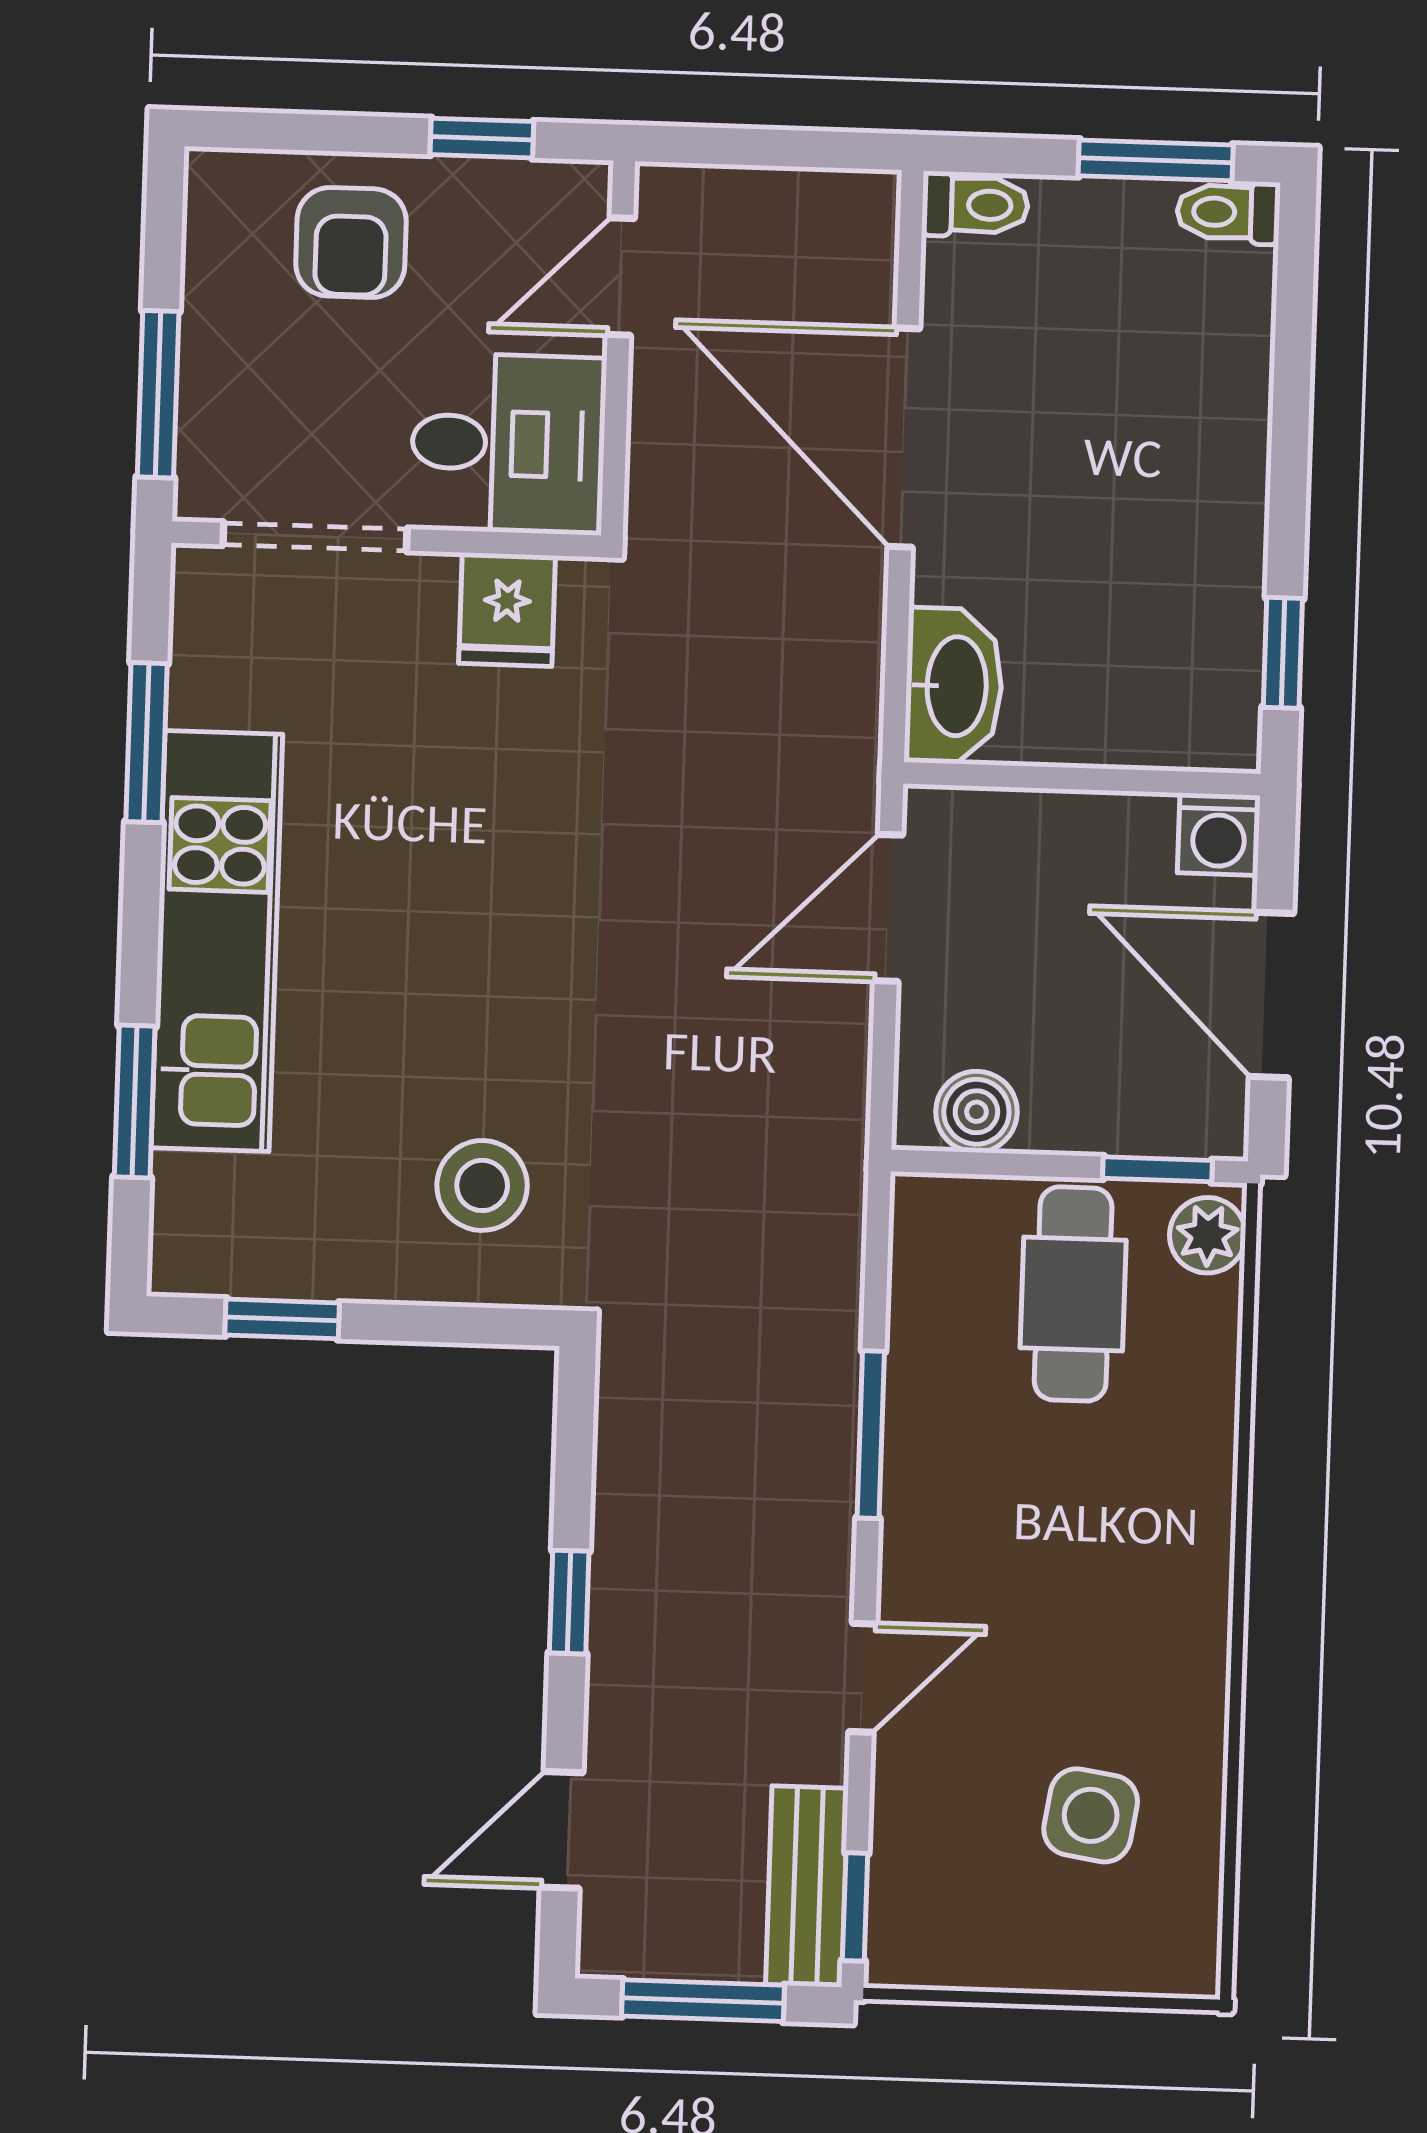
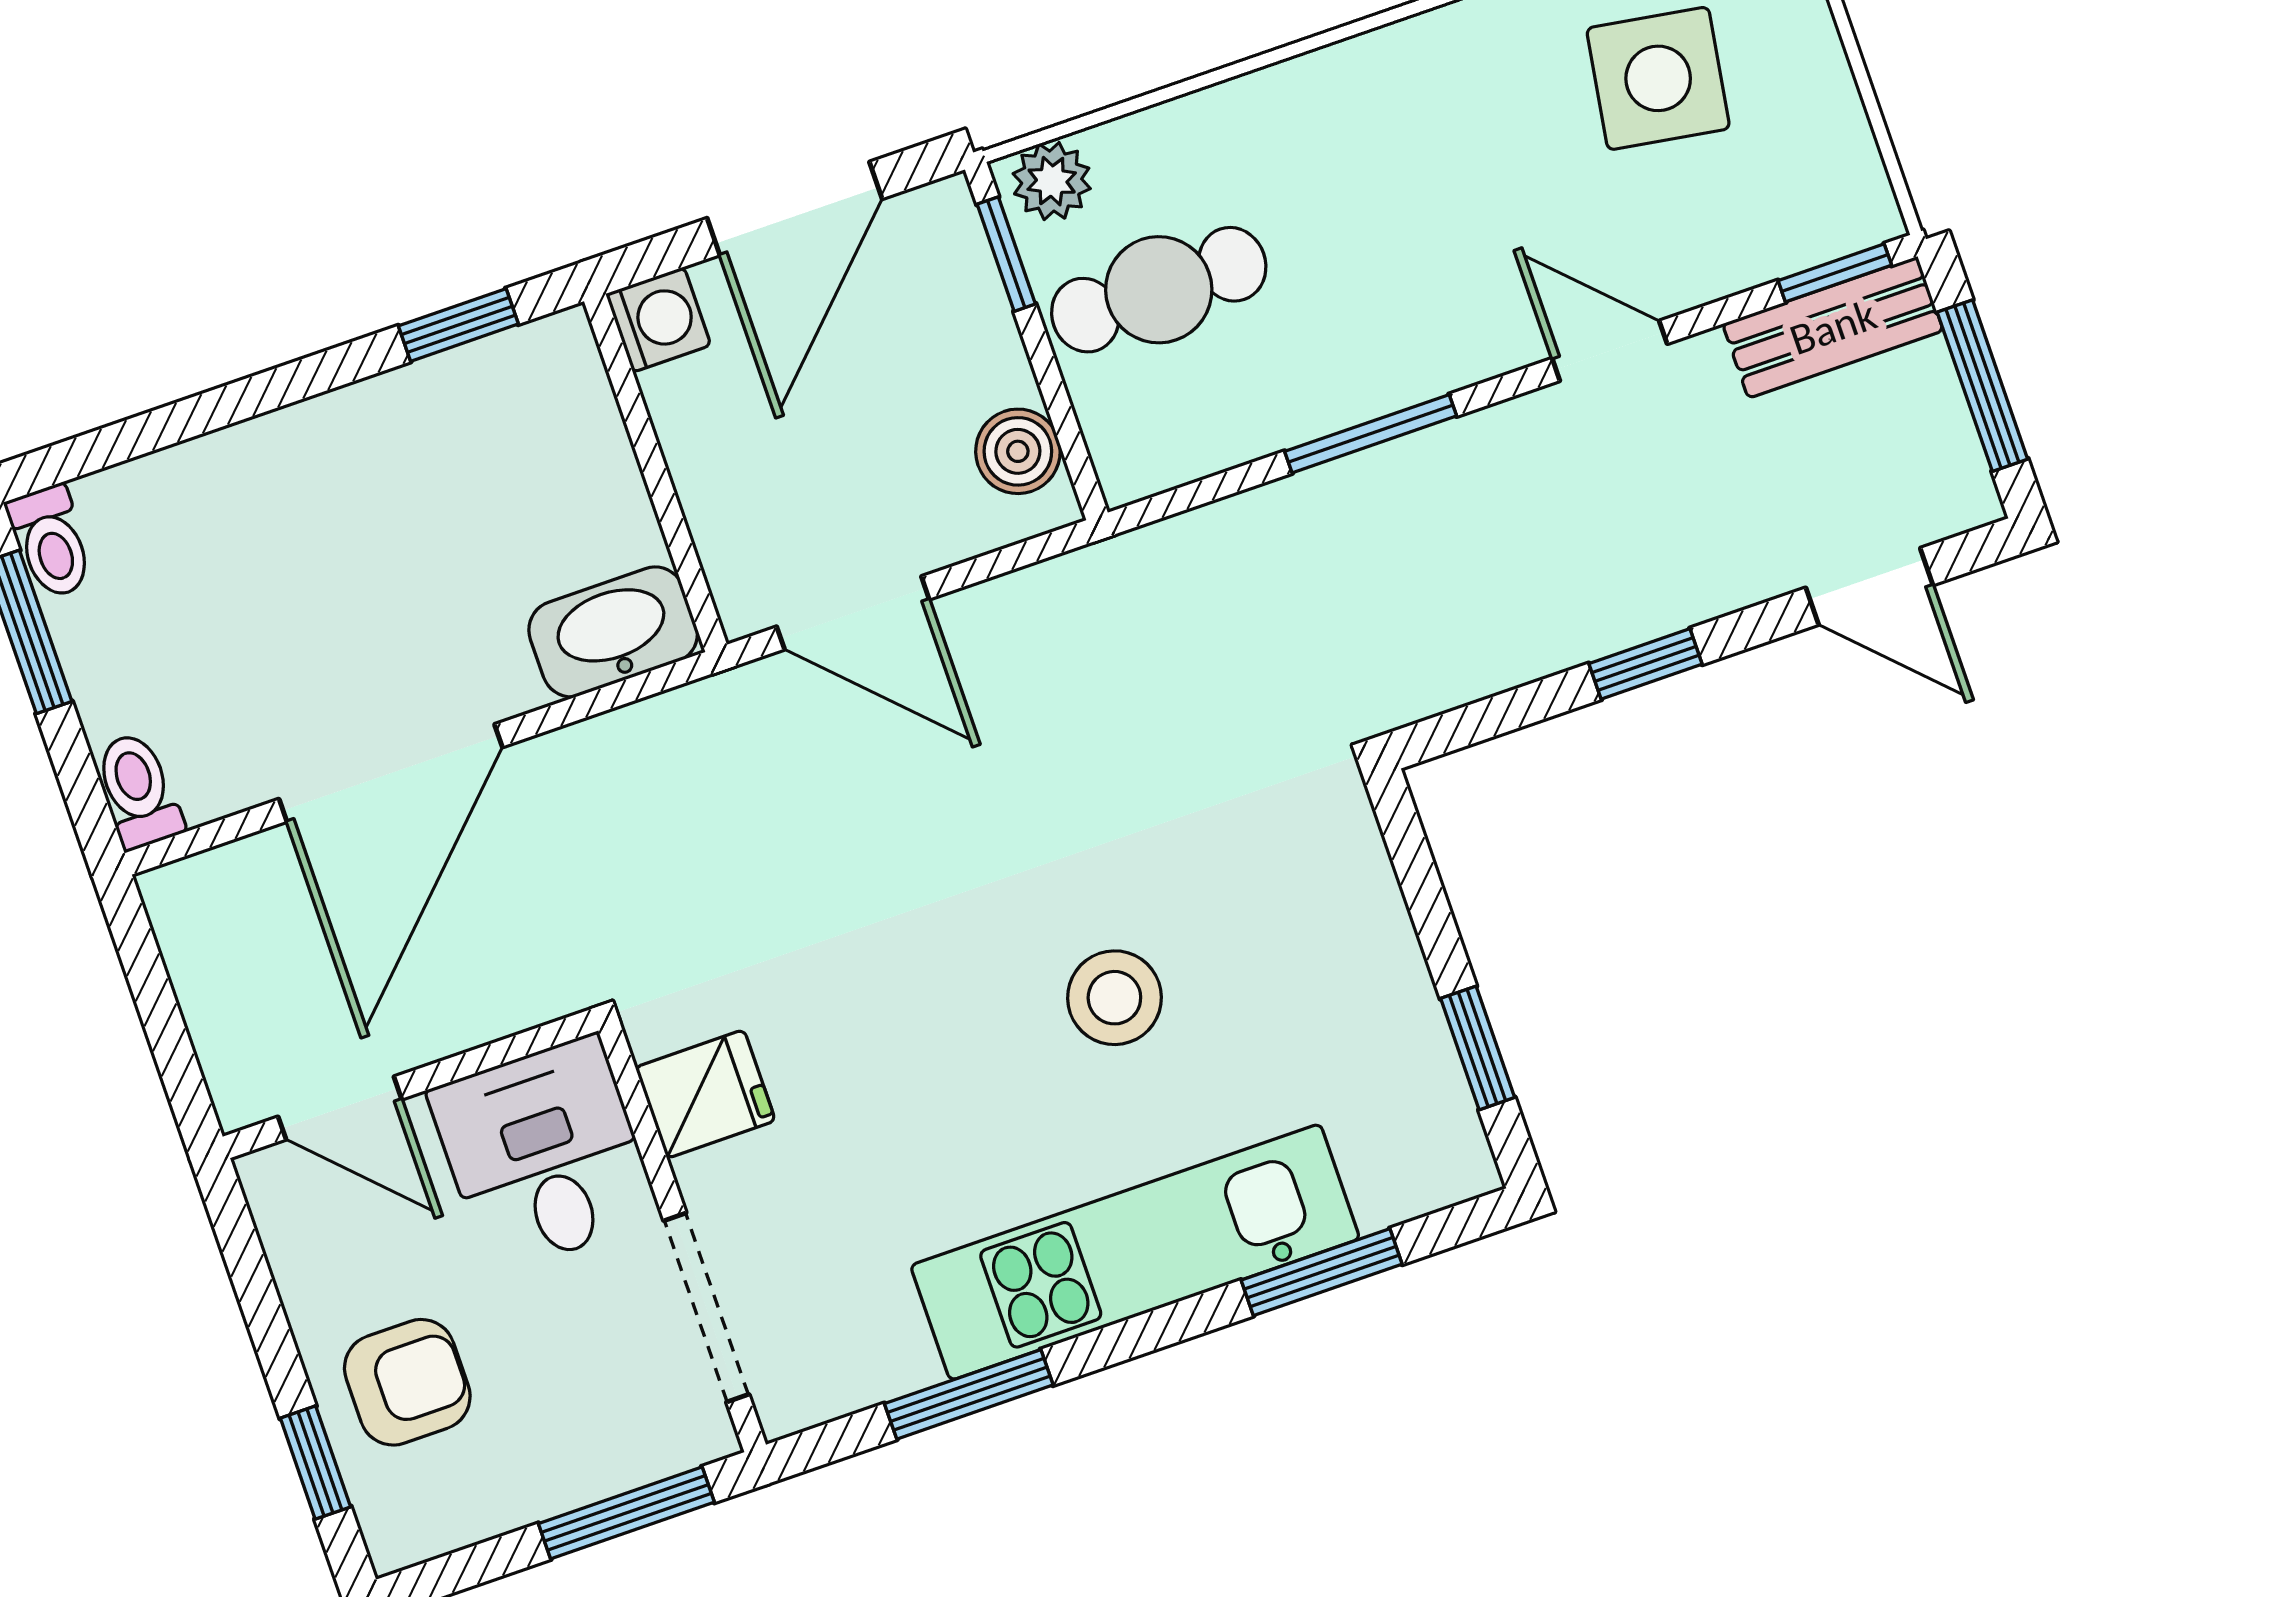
window: (482, 138) -> (315, 1462), moved
stool: (482, 1185) -> (1114, 998), moved
side table: (1091, 1815) -> (1658, 78), width x1.37, depth x1.37

